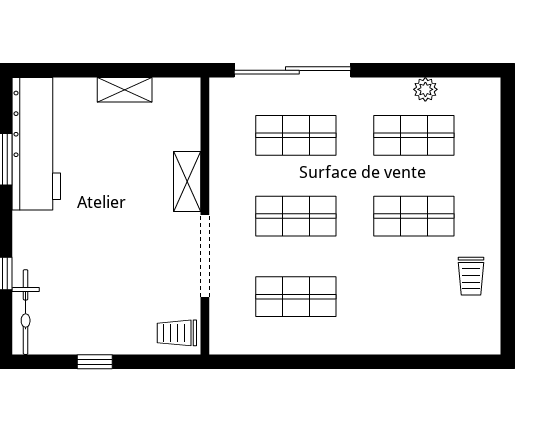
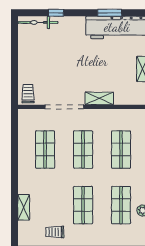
shelving: (419, 342) -> (24, 207), added
window: (95, 362) -> (15, 55), removed

